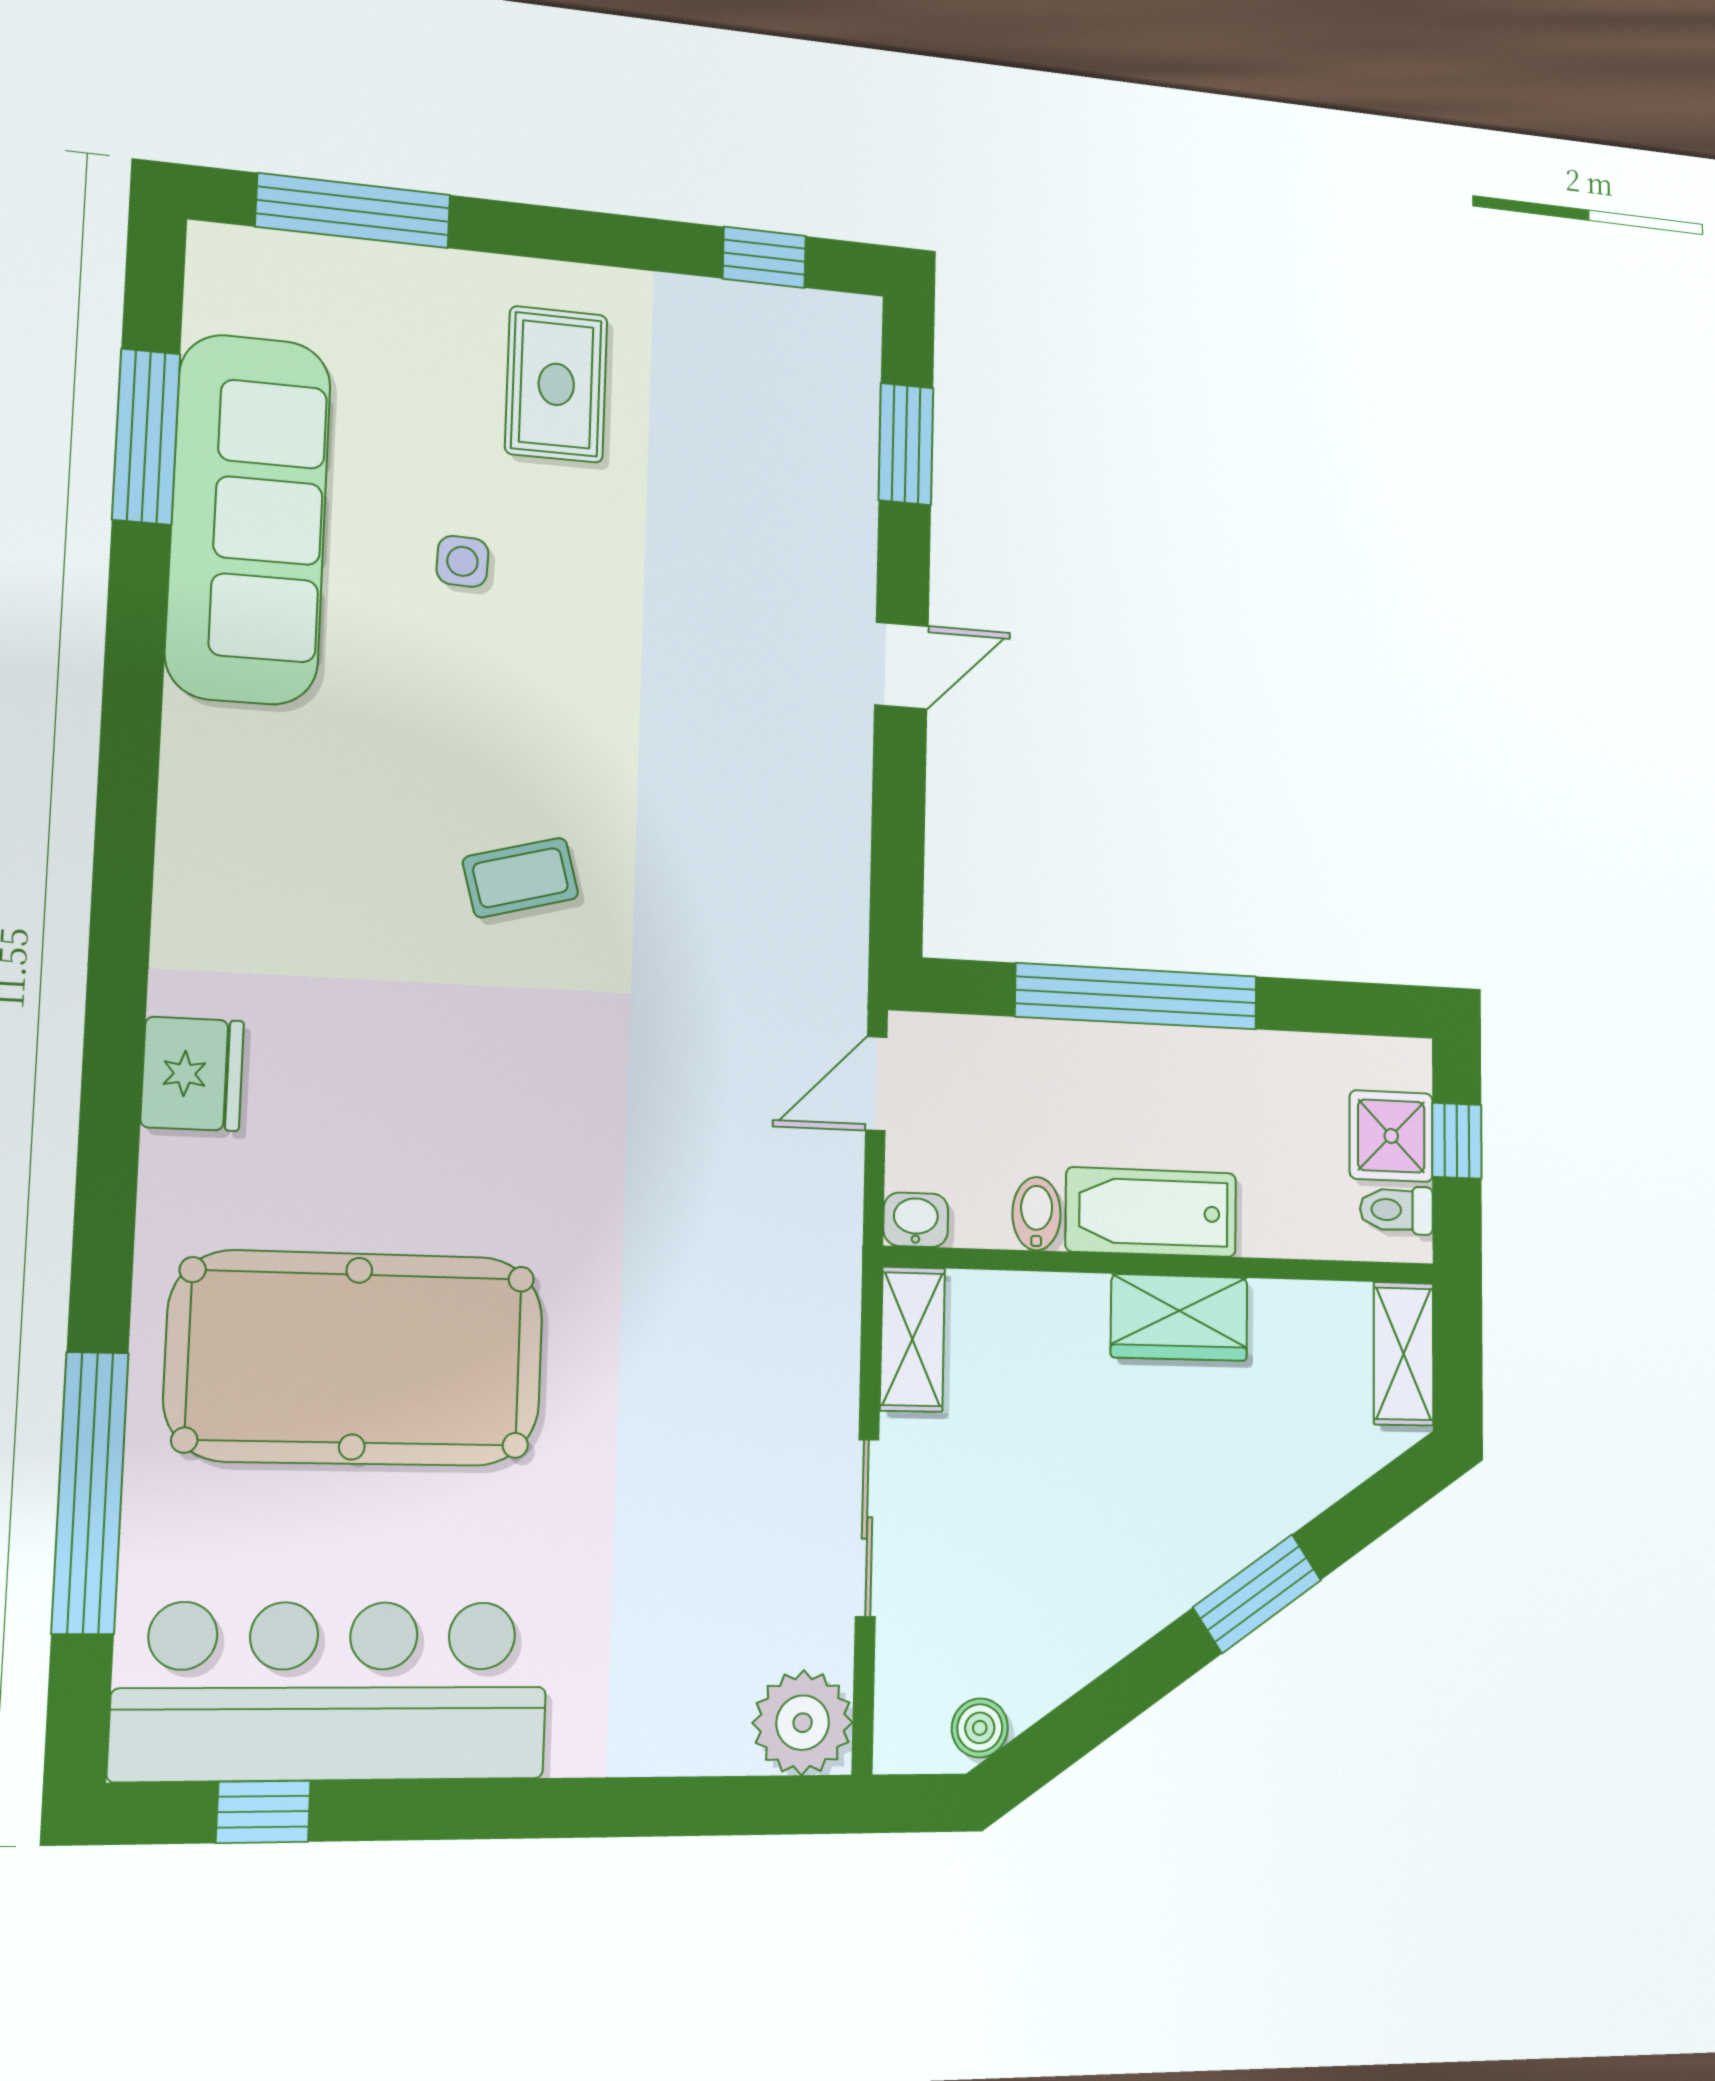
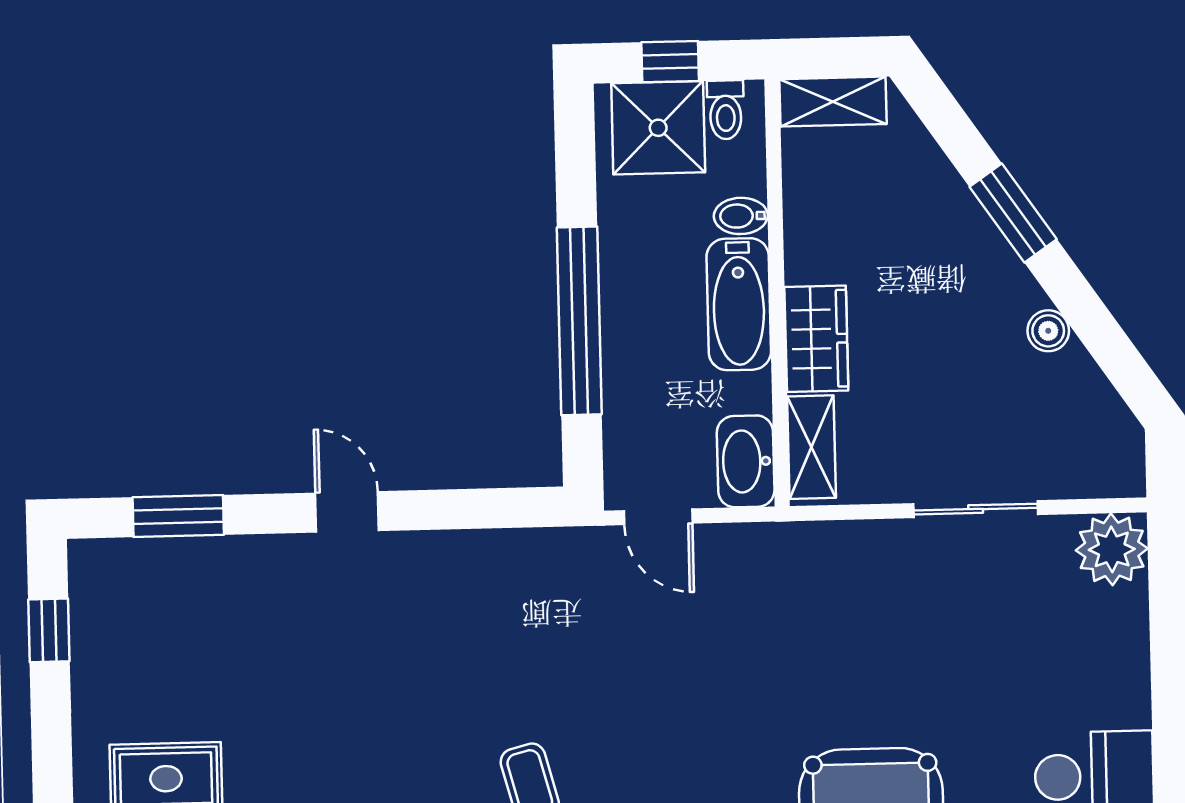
shower: (1391, 1136) -> (658, 128), width x1.36, depth x1.36
bidet: (1037, 1214) -> (741, 216), moved
washbasin: (916, 1220) -> (746, 461), width x1.91, depth x1.45
wardrobe: (1179, 1317) -> (816, 339), moved
shelving: (912, 1339) -> (812, 447), moved, turned 90
boiler: (980, 1728) -> (1048, 331), moved

